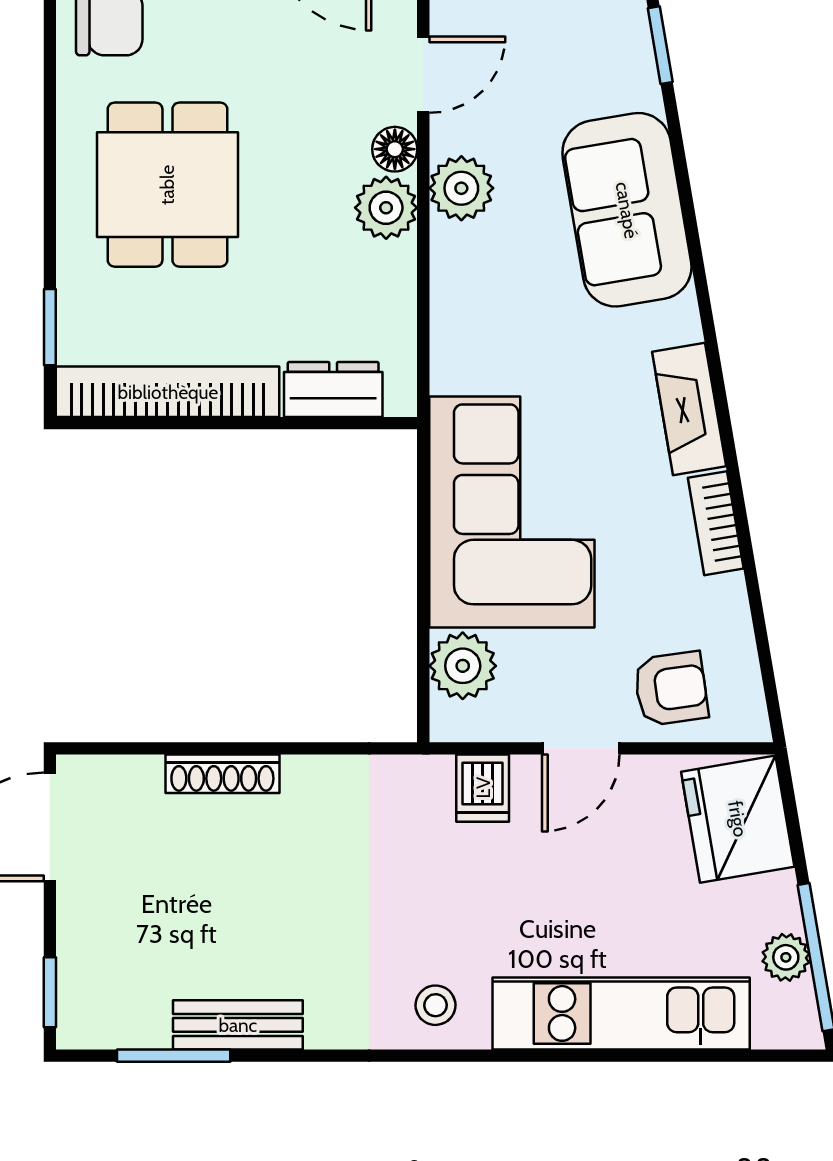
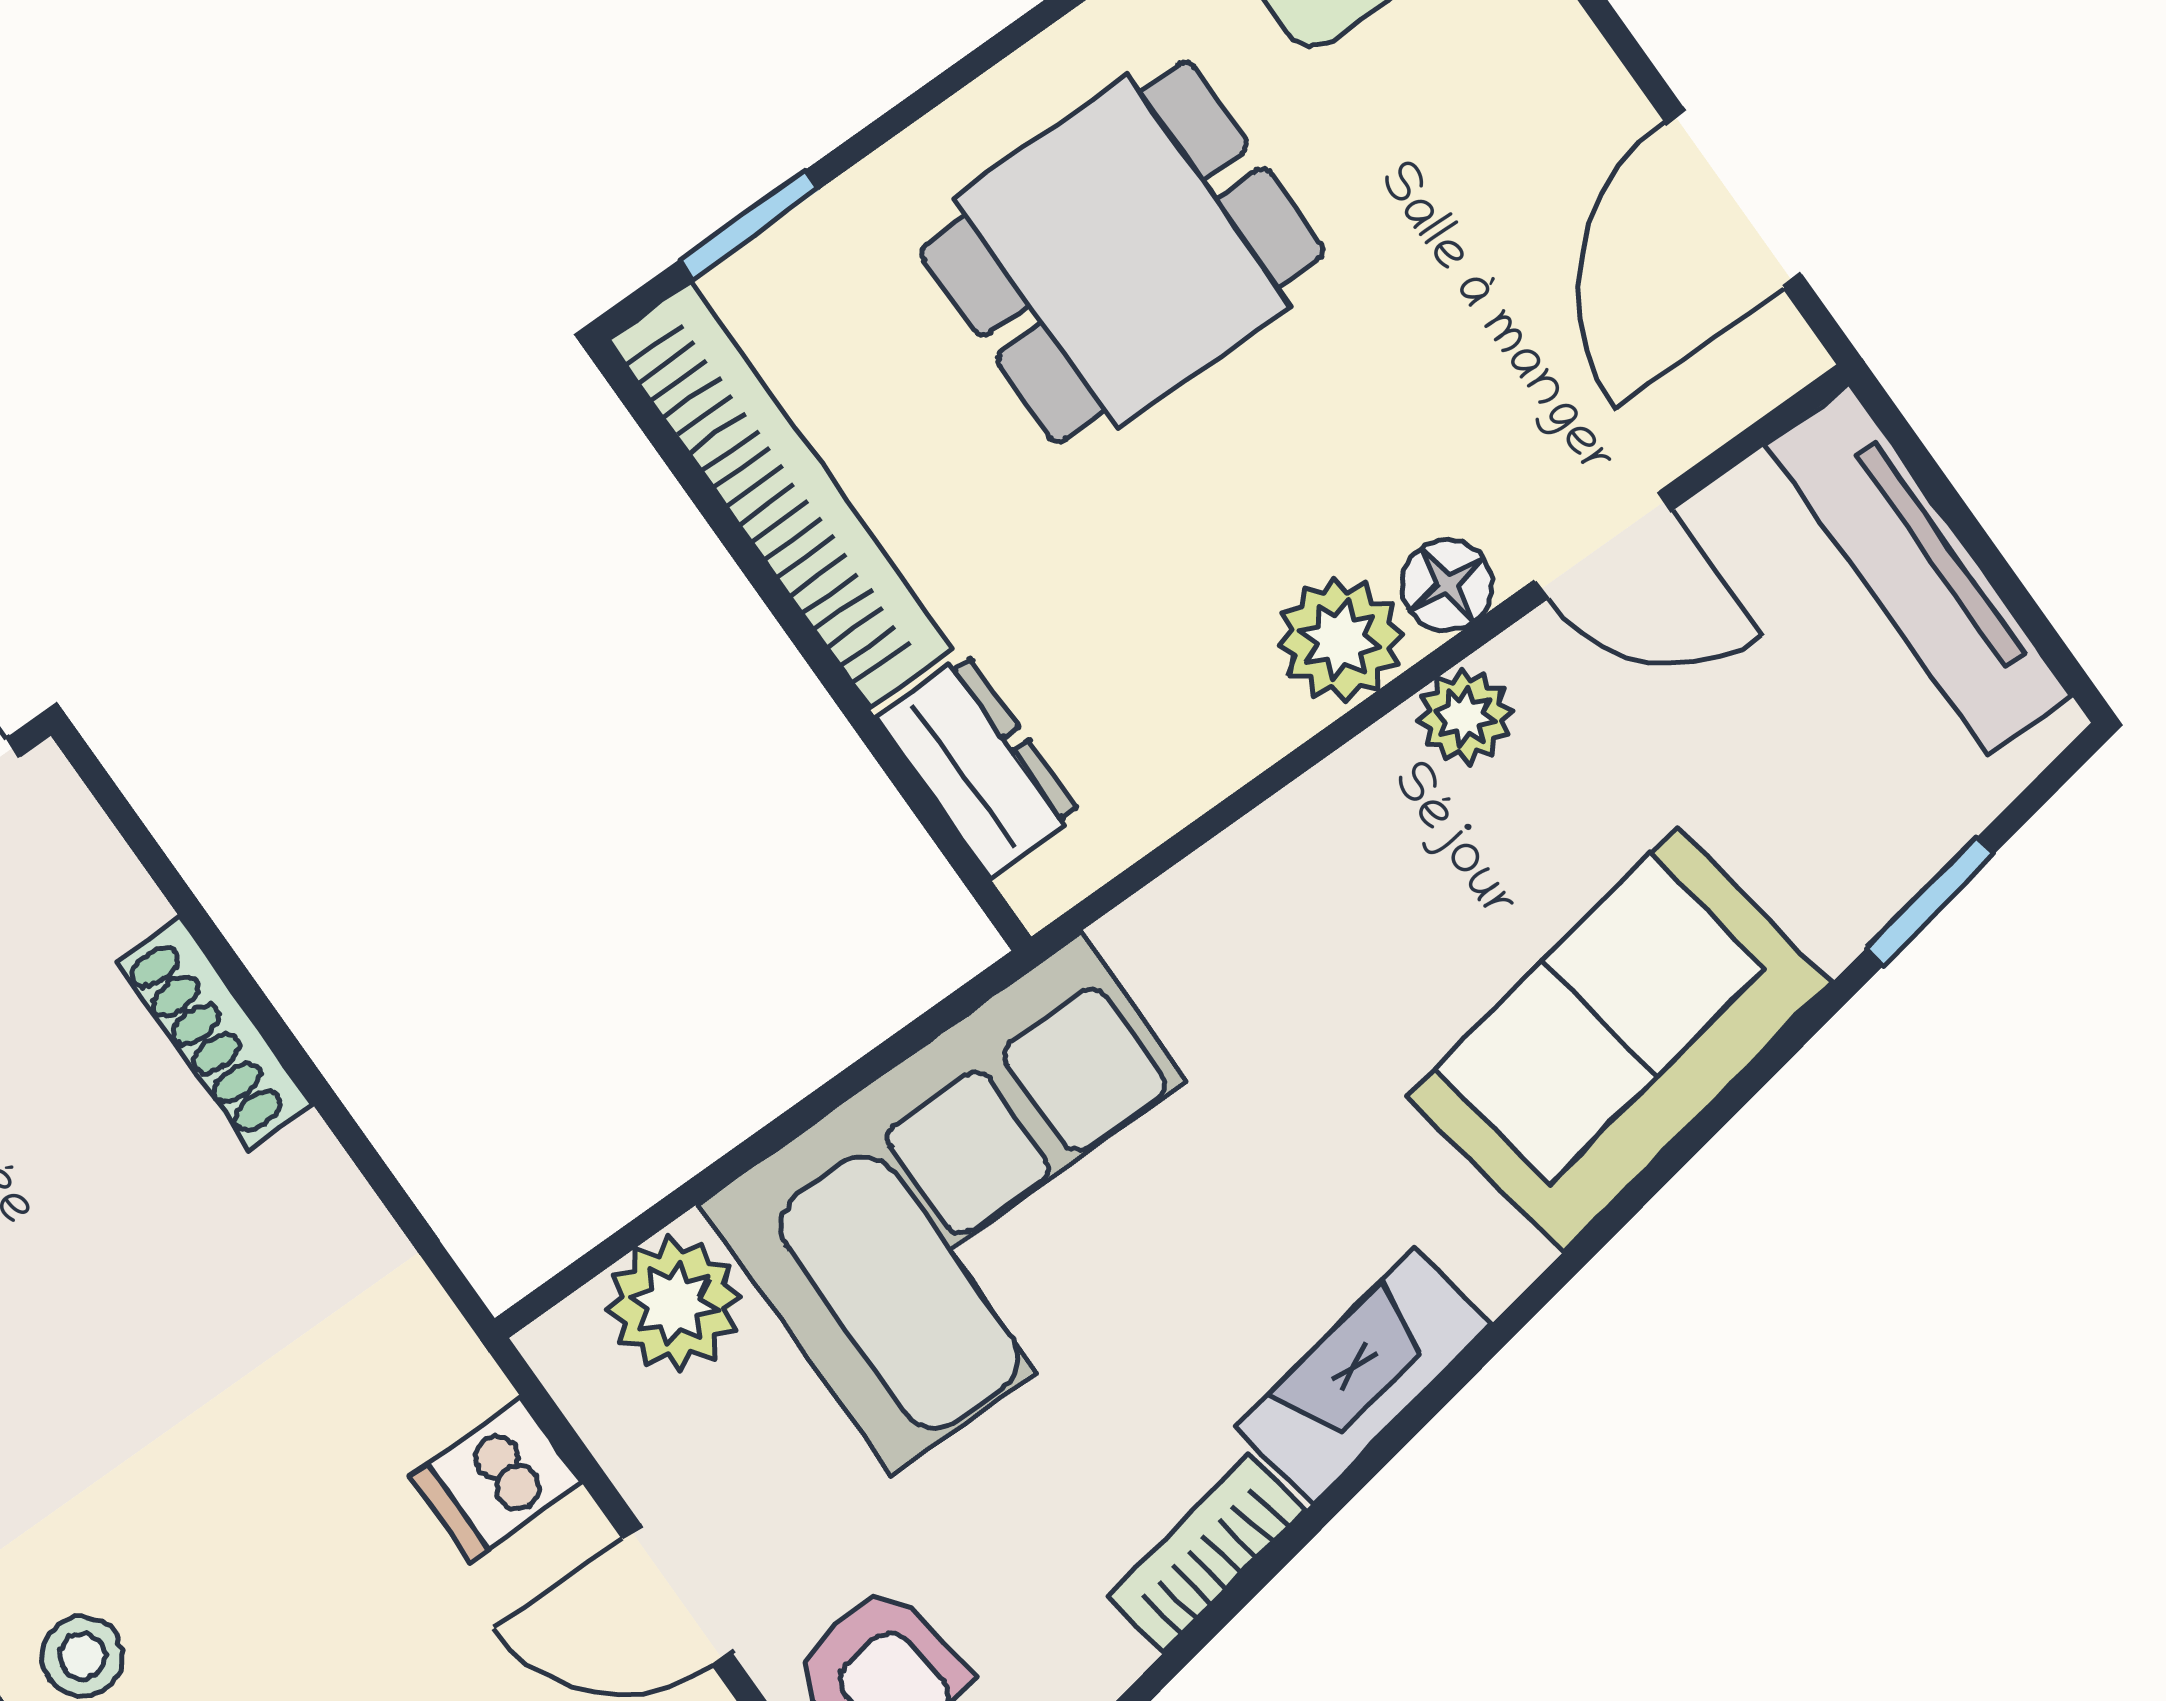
plant: (461, 188) -> (1465, 716), width x0.73, depth x0.73

